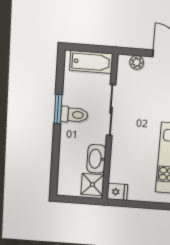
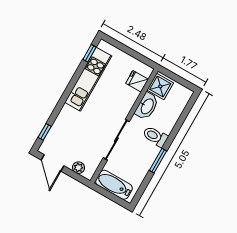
toilet: (74, 115) -> (155, 136), moved
fridge: (117, 192) -> (137, 81), moved

